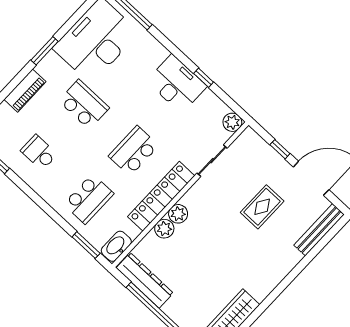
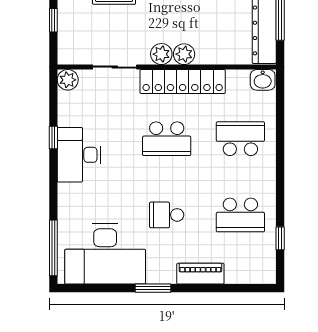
school desk: (84, 104) -> (167, 215), width x0.54
school desk: (39, 152) -> (240, 215), width x1.85
plant: (164, 229) -> (161, 54), moved
window: (86, 245) -> (280, 106), removed
washbasin: (116, 246) -> (263, 80), width x0.72

